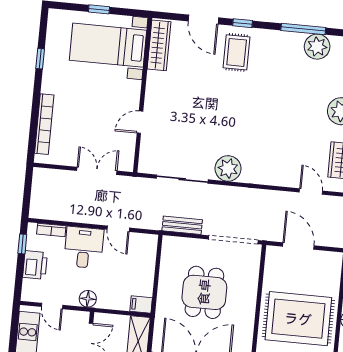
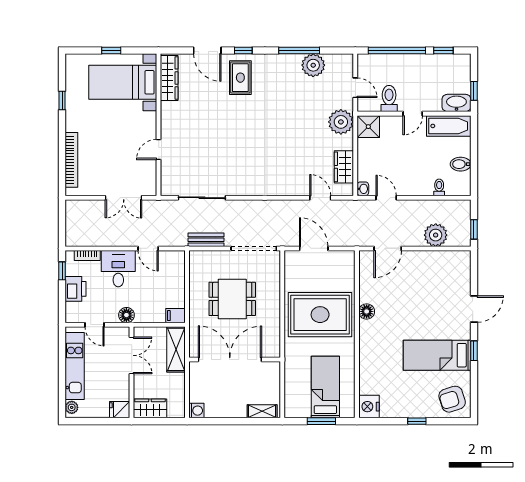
plant: (228, 168) -> (243, 184), removed
double door: (97, 171) -> (124, 198), swing flipped
dining table: (204, 292) -> (232, 299), turned 90

